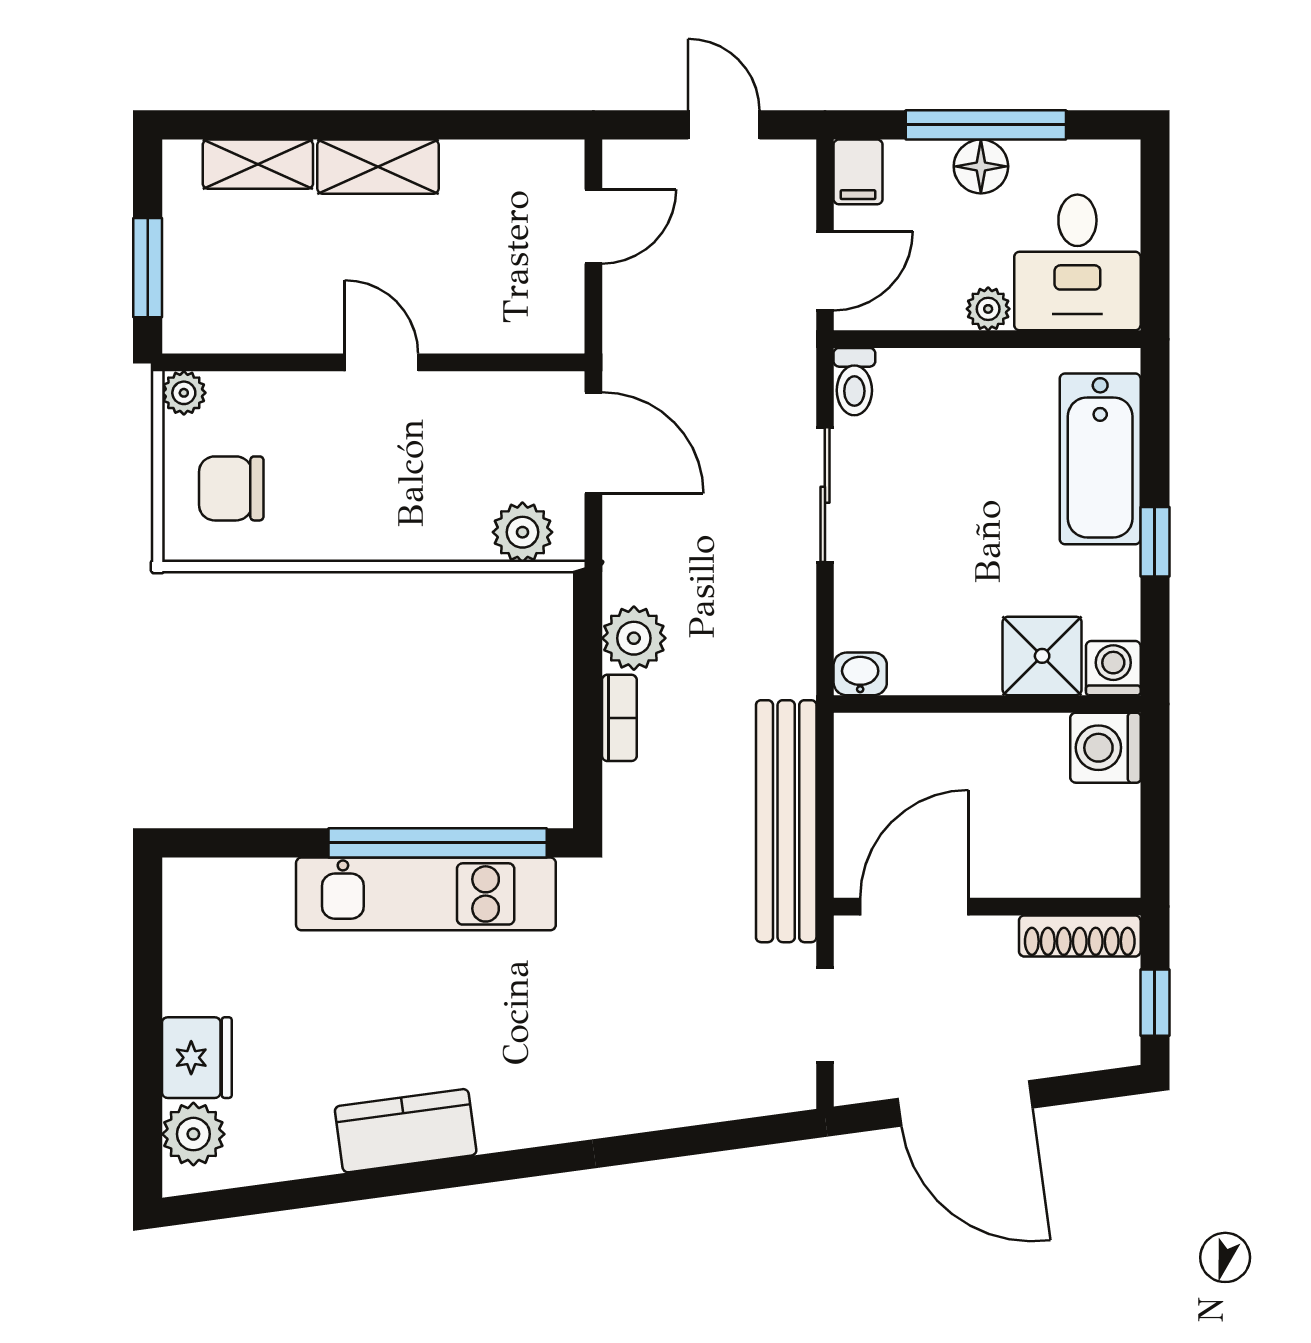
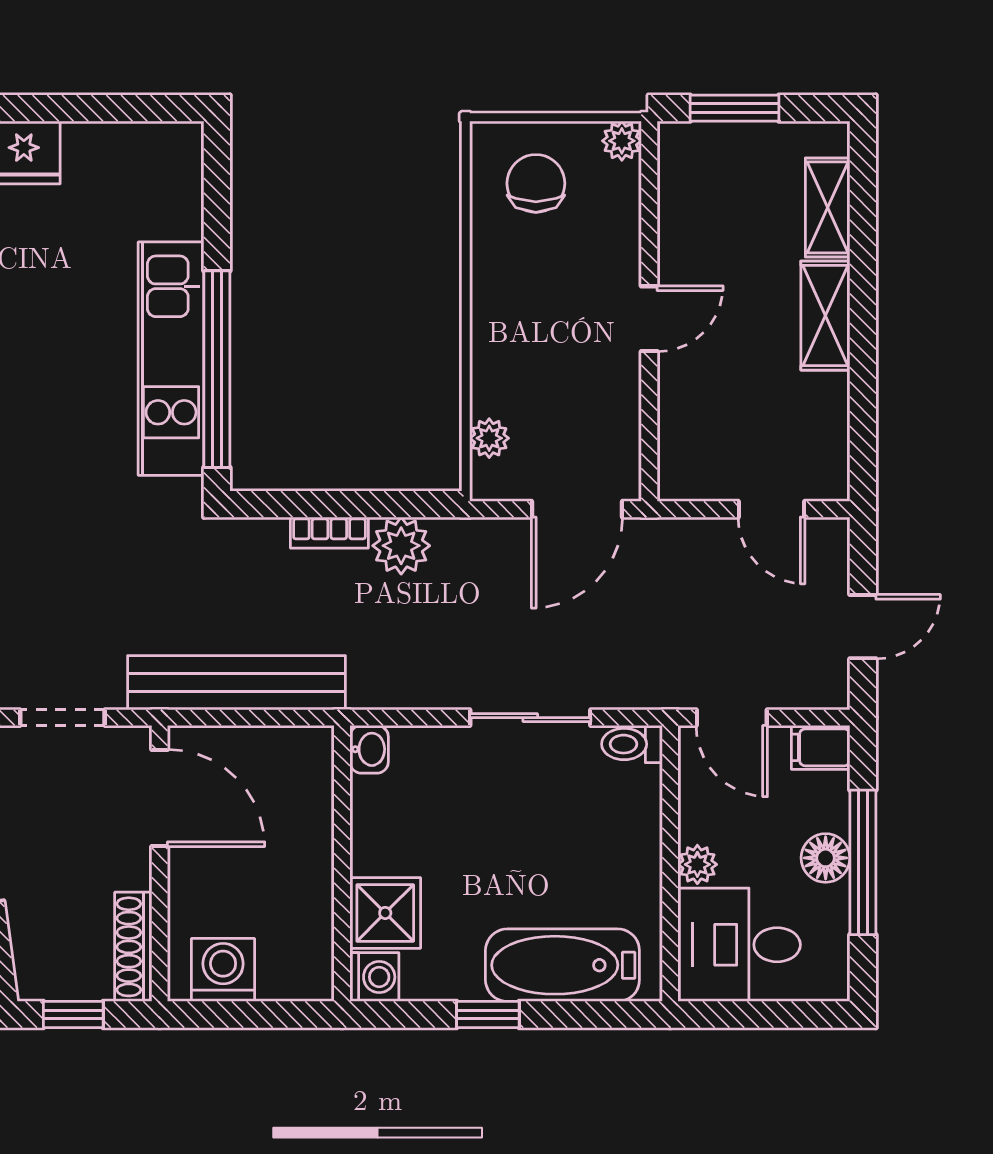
plant: (522, 532) -> (489, 438), width x0.73, depth x0.73
washing machine: (1105, 748) -> (223, 970), moved

